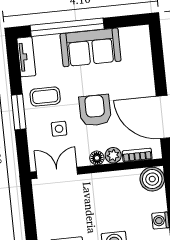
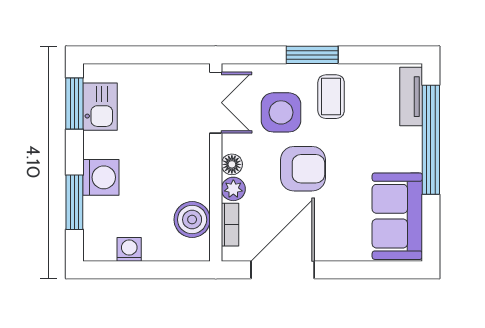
sofa: (91, 47) -> (397, 216), moved
tv unit: (26, 57) -> (411, 97), moved, turned 90
side table: (59, 129) -> (281, 112), width x1.87, depth x1.87
boiler: (152, 179) -> (192, 220), moved

